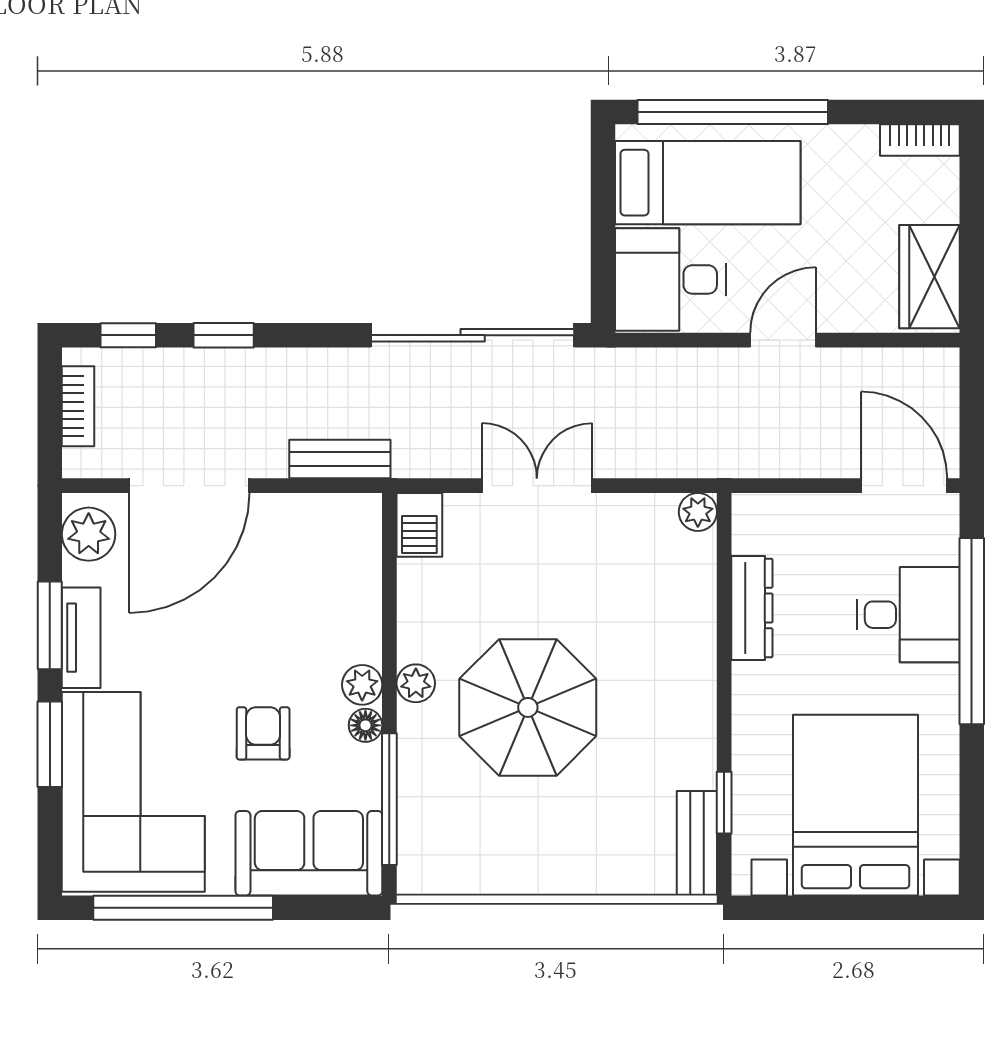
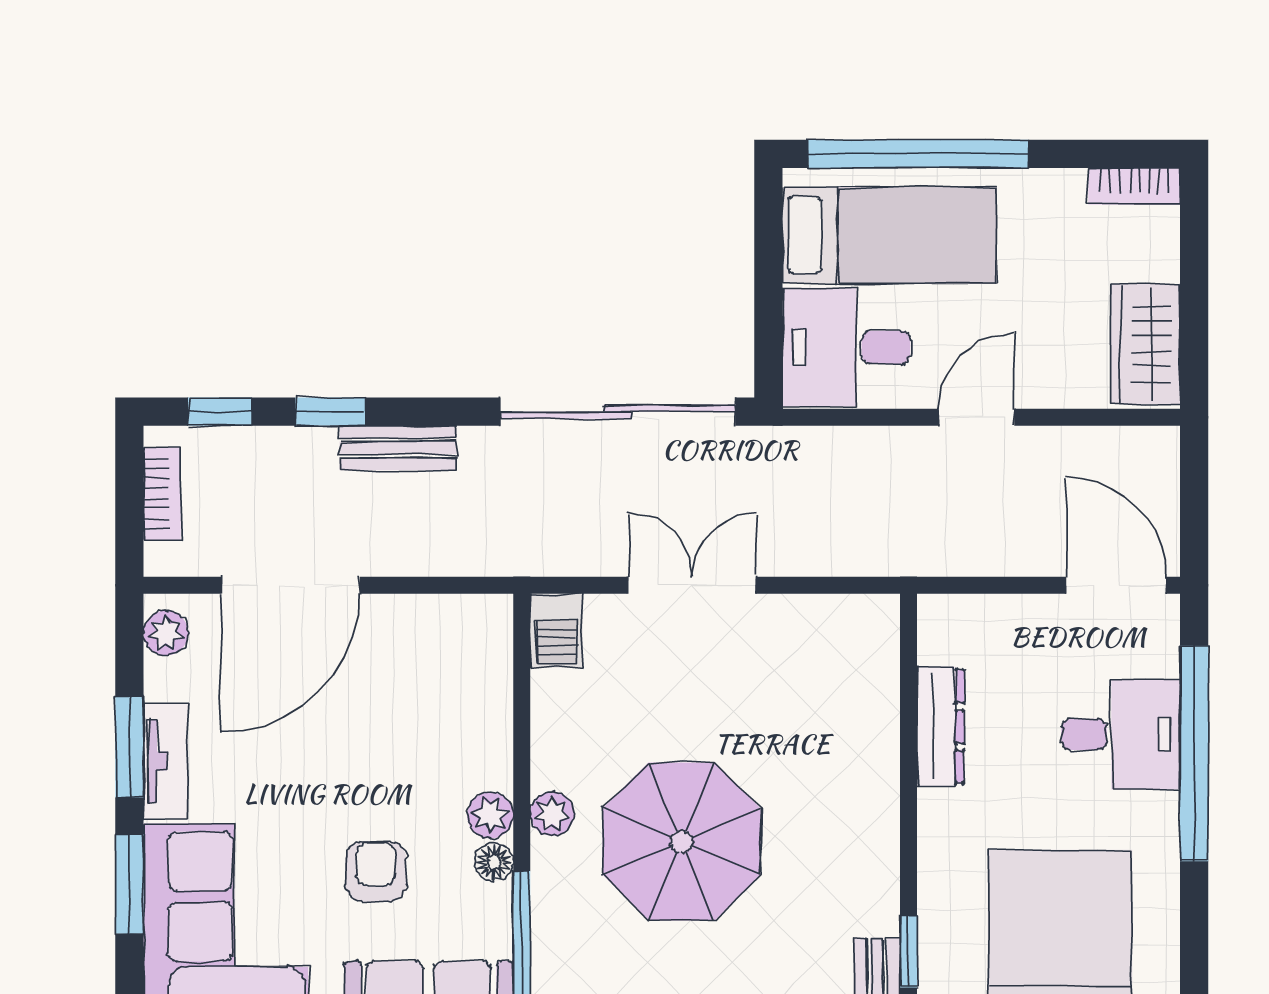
bench: (340, 459) -> (398, 448), moved
plant: (698, 512) -> (878, 616), removed
plant: (89, 534) -> (166, 633), width x0.73, depth x0.73

